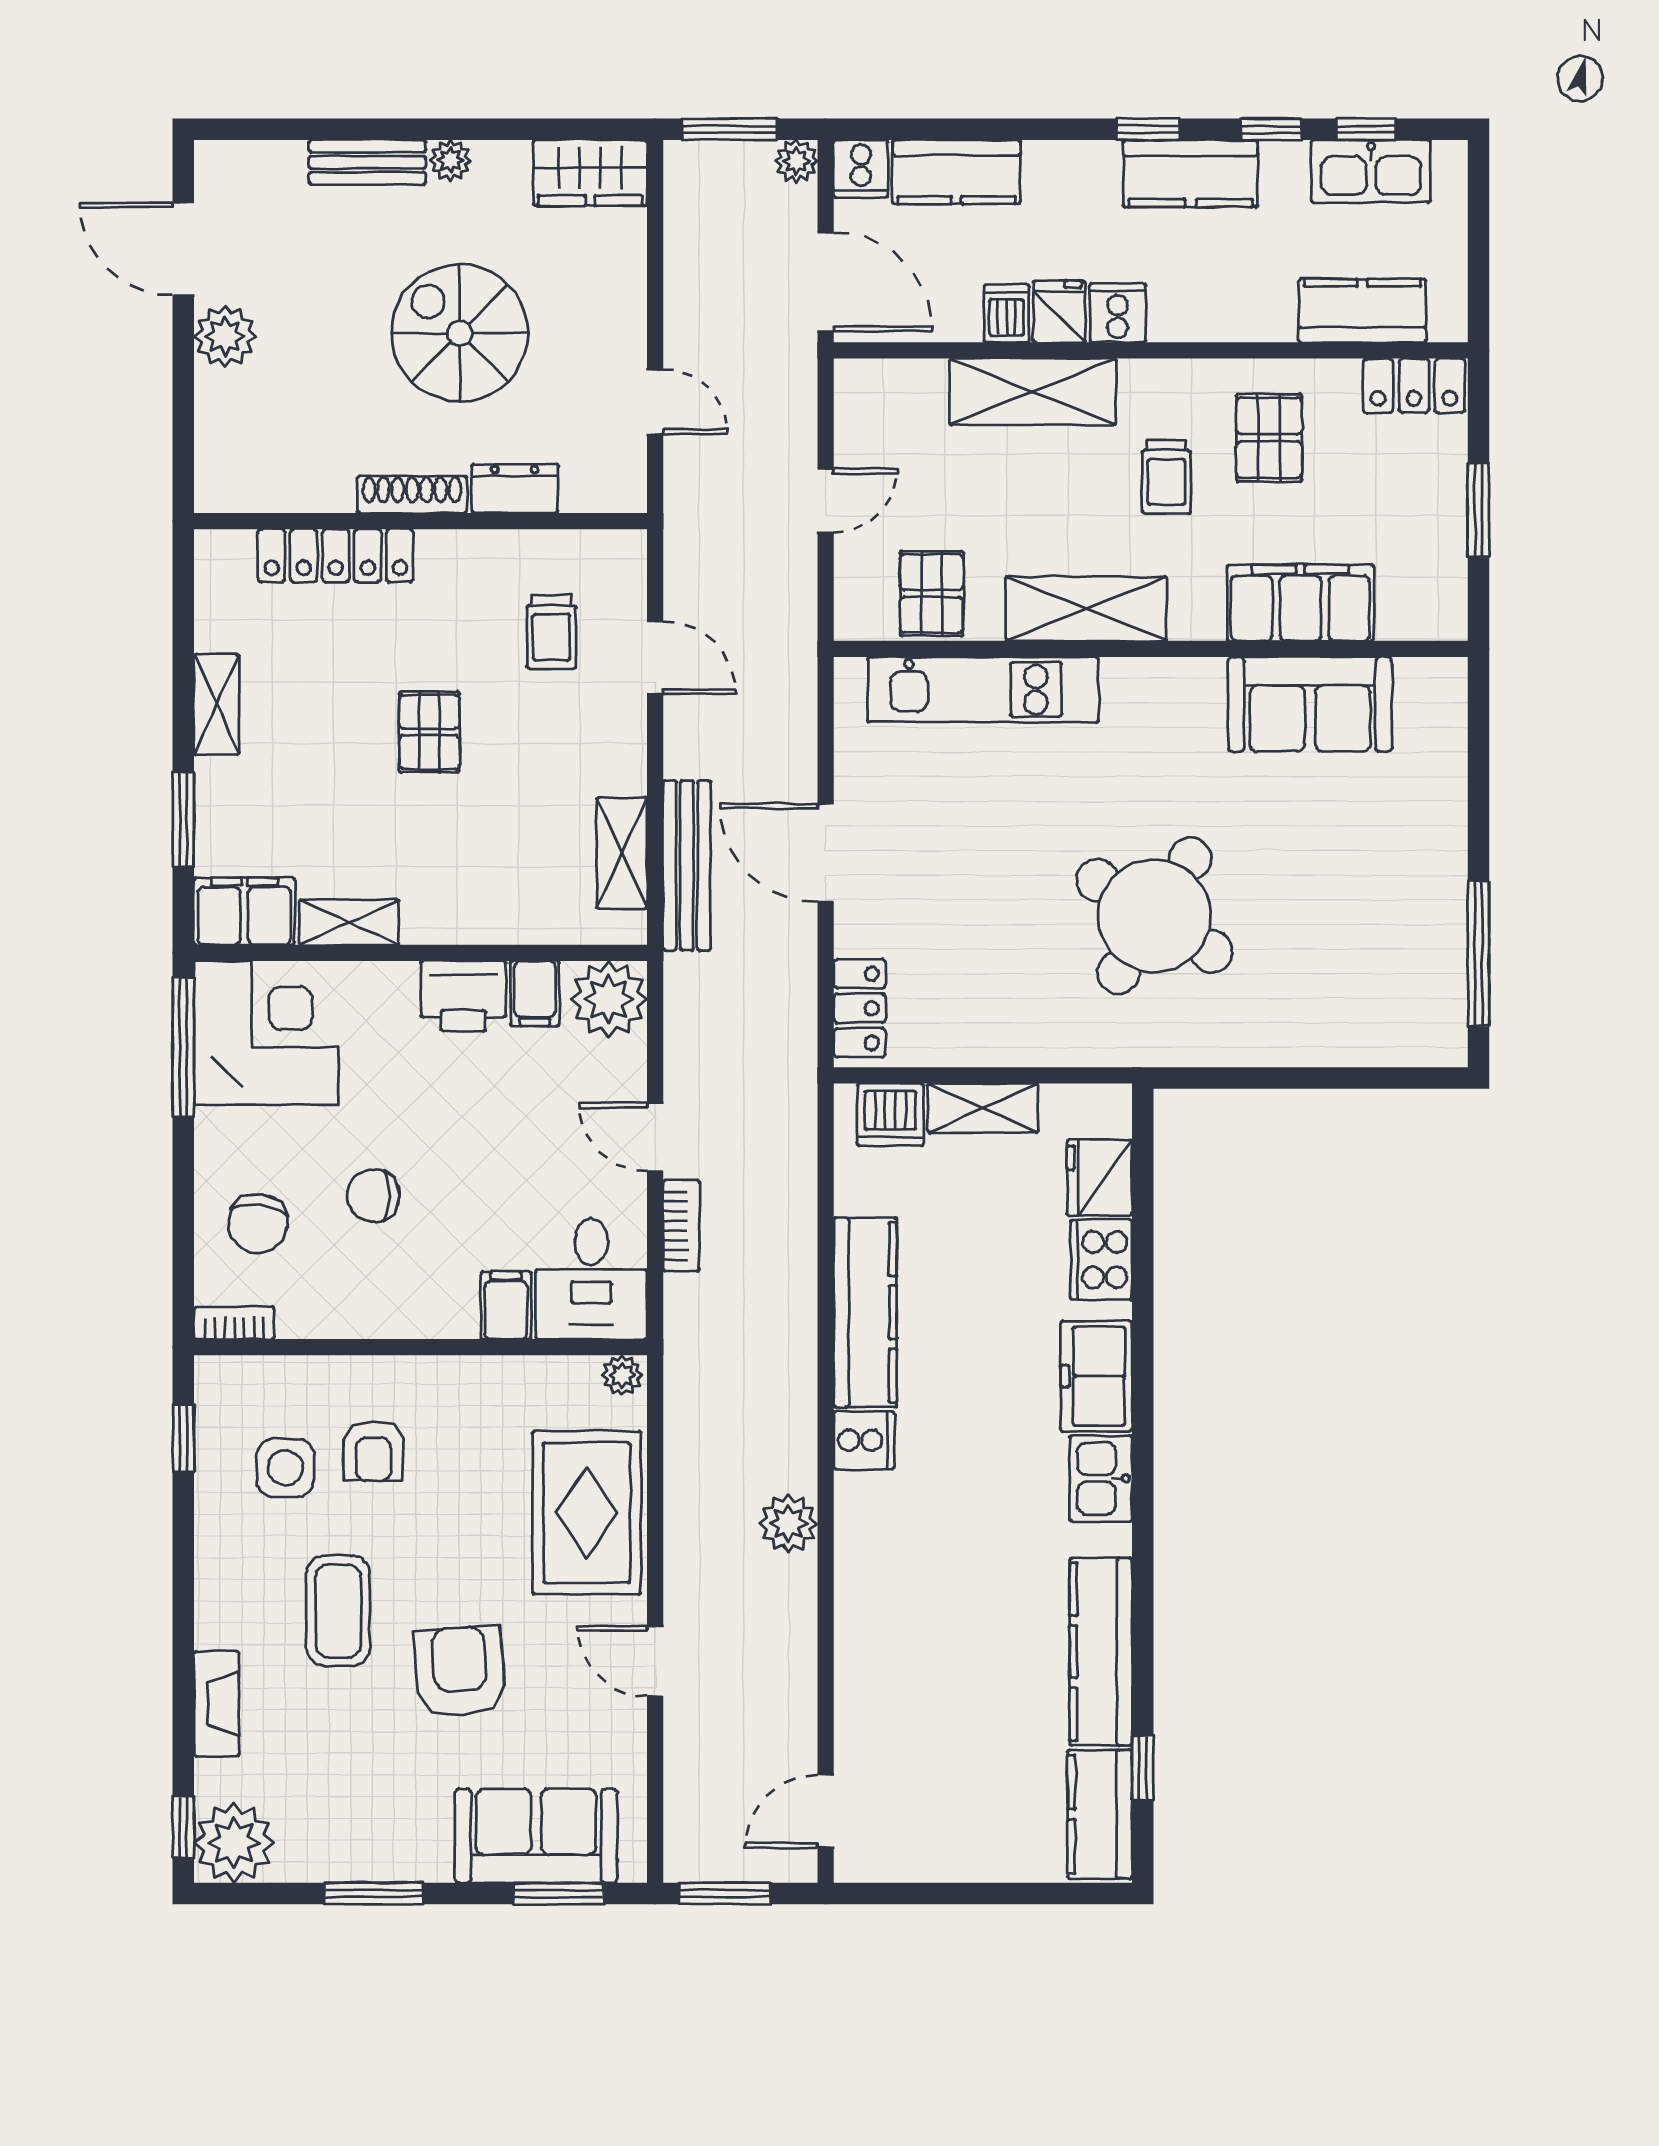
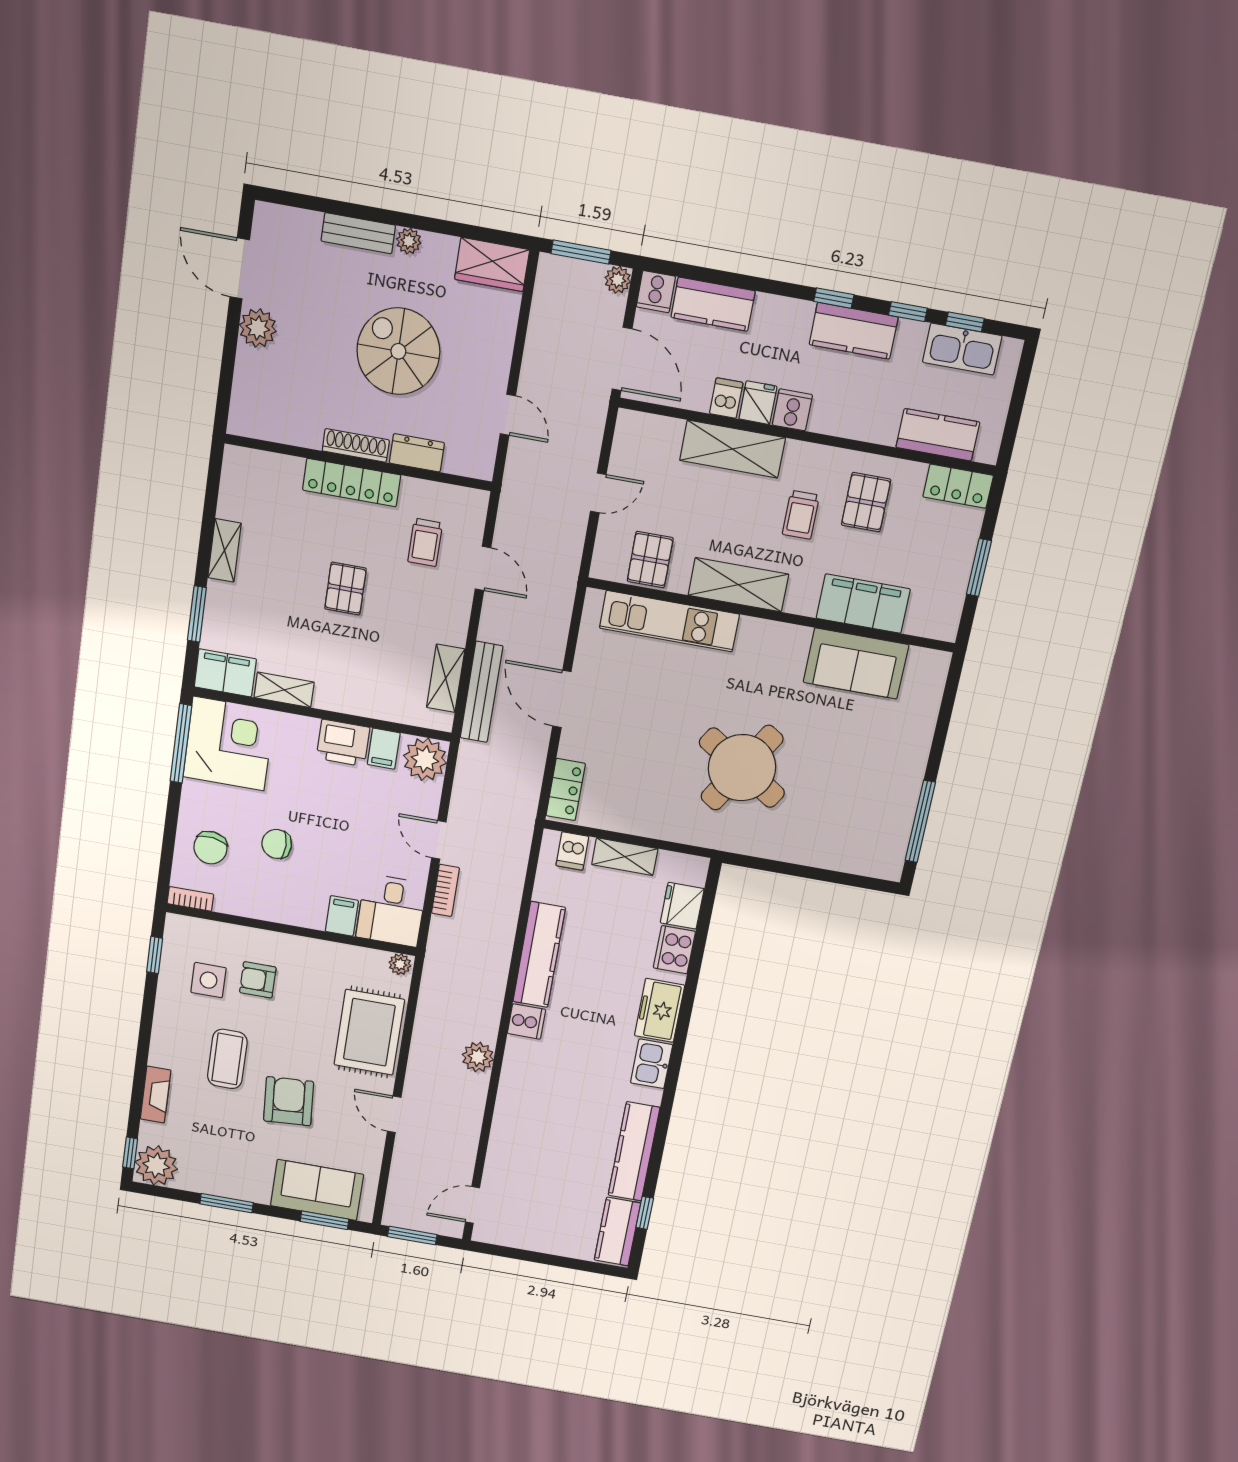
locker: (336, 556) -> (352, 483), moved
dishwasher: (890, 1115) -> (572, 851), width x0.73
armchair: (373, 1451) -> (258, 980), turned 90

